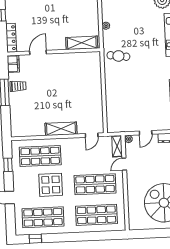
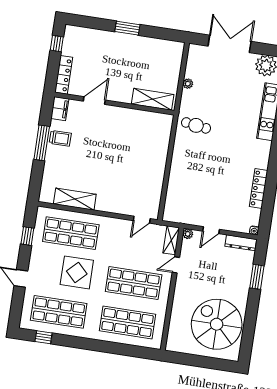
shelving: (61, 129) -> (75, 199), moved

